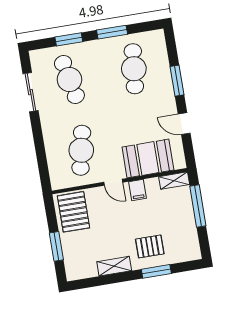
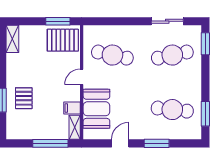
window: (112, 32) -> (205, 114), moved
window: (69, 39) -> (205, 44), moved
filing cabinet: (137, 190) -> (72, 108), moved
window: (56, 246) -> (58, 21), moved
shelving: (114, 266) -> (12, 39), moved

